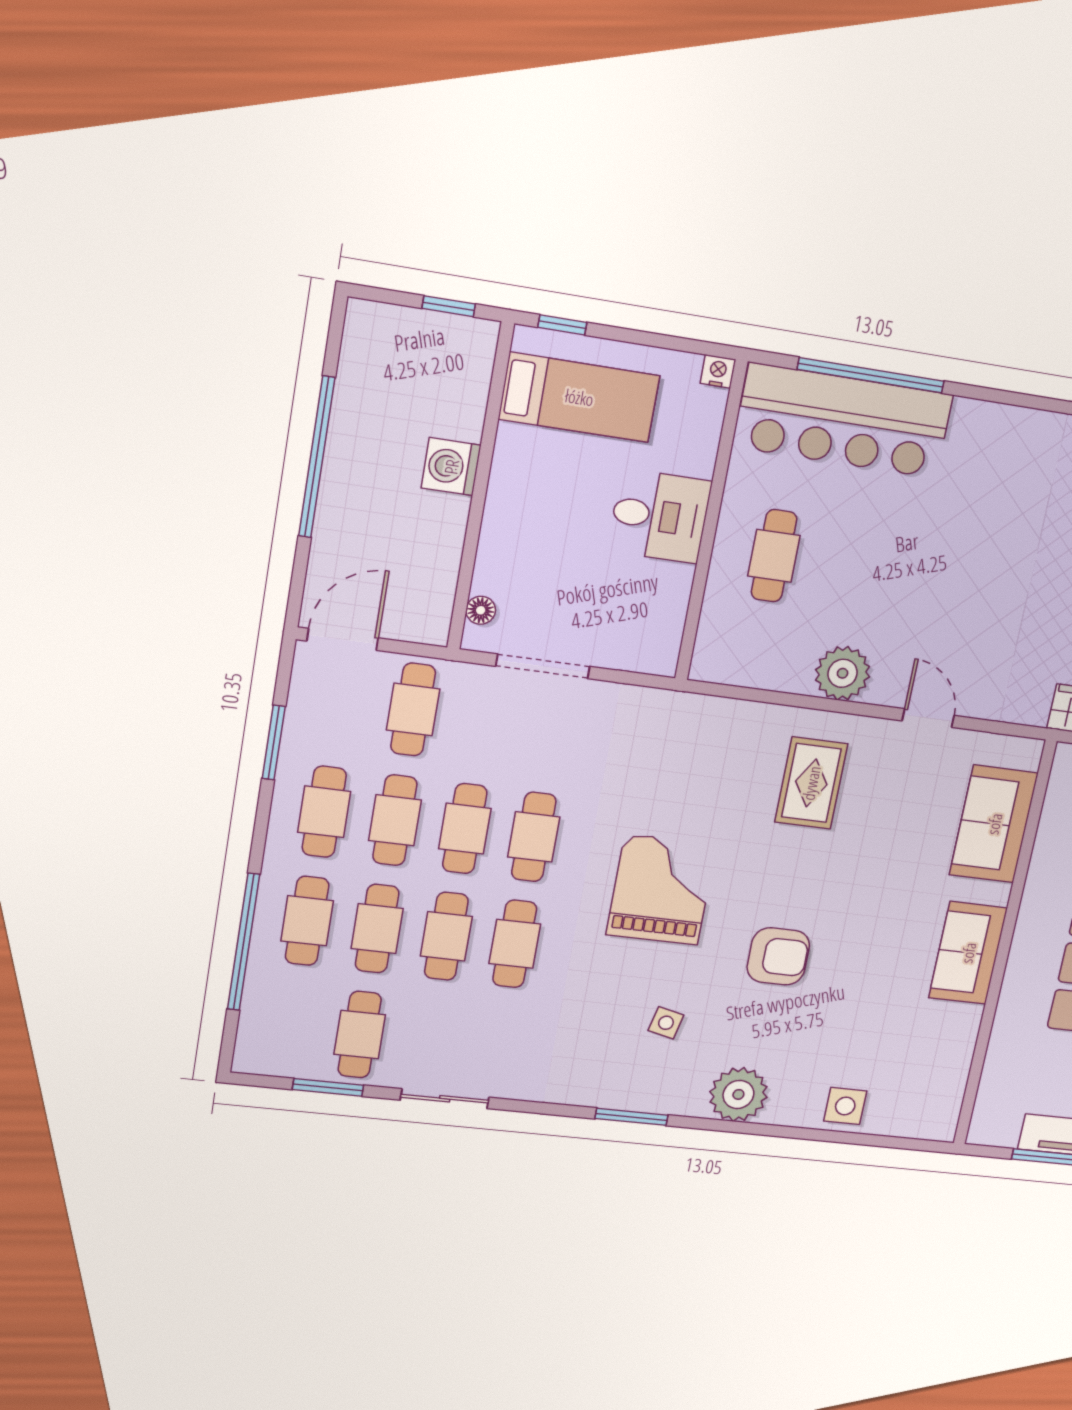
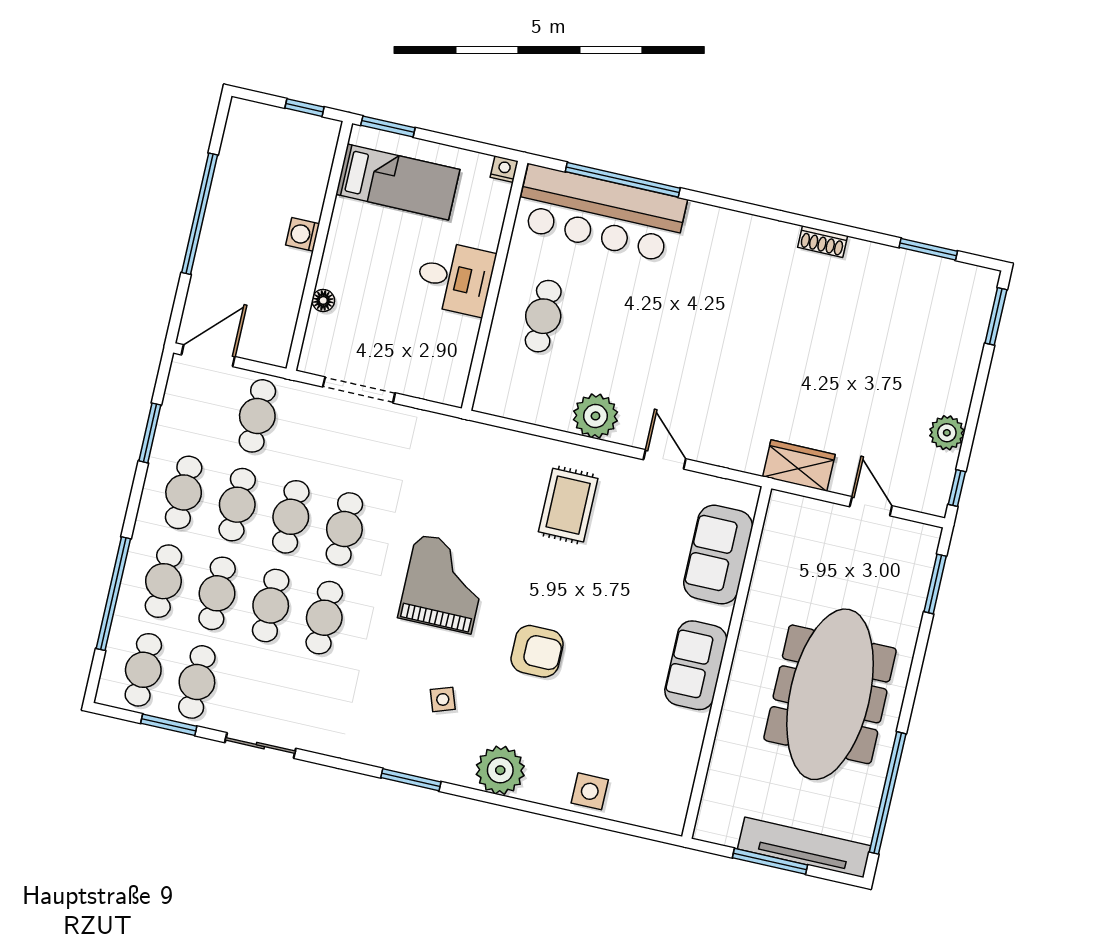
window: (562, 325) -> (388, 126), width x1.50
washing machine: (451, 467) -> (303, 234), width x0.73, depth x0.73
floor lamp: (481, 610) -> (323, 300), moved
side table: (666, 1023) -> (443, 699), turned -32
cafe table: (290, 1028) -> (143, 670), added

